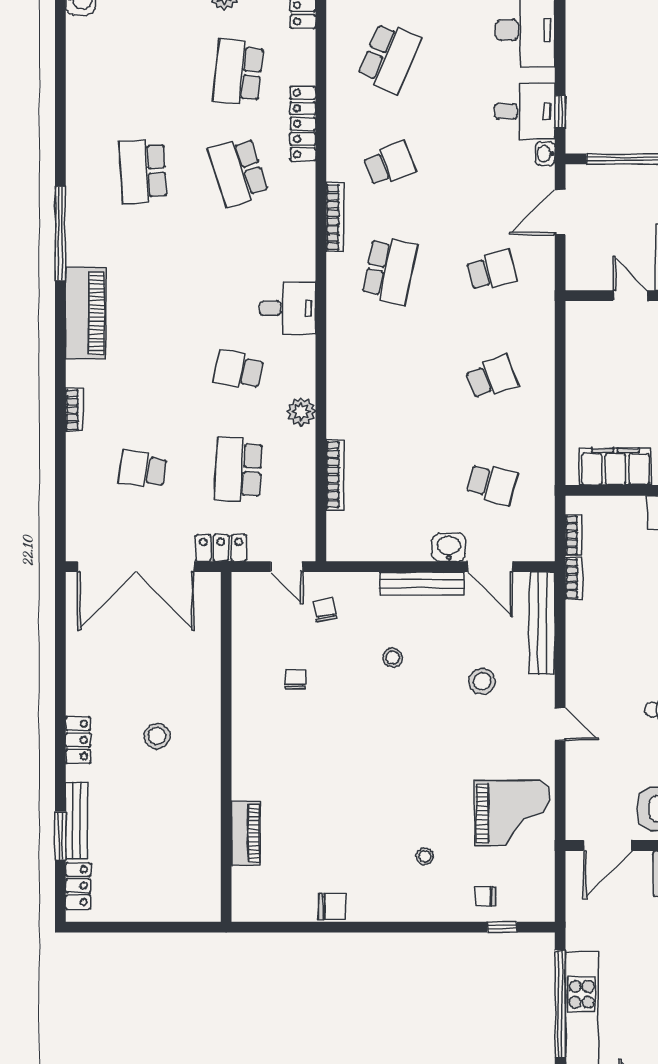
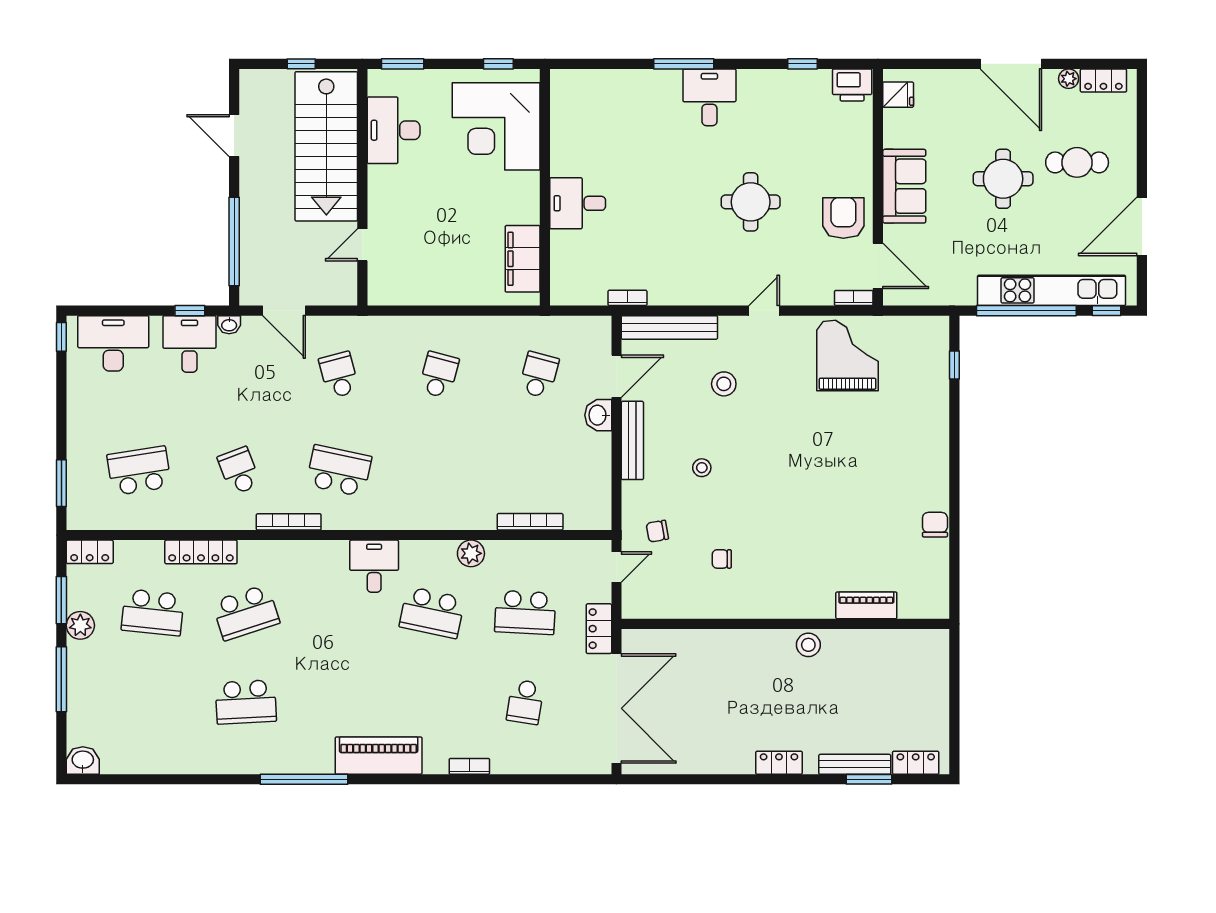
school desk: (389, 58) -> (139, 471), turned -33
school desk: (238, 370) -> (432, 612), width x1.85
school desk: (492, 377) -> (439, 375), turned 36
bookcase: (574, 535) -> (854, 298), moved
stool: (157, 736) -> (808, 645), moved
stool: (425, 856) -> (888, 438), removed
chair: (485, 896) -> (926, 381), removed

